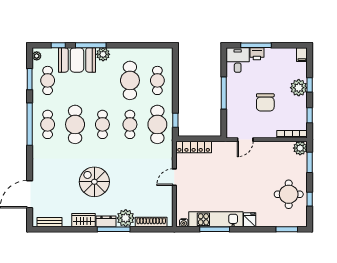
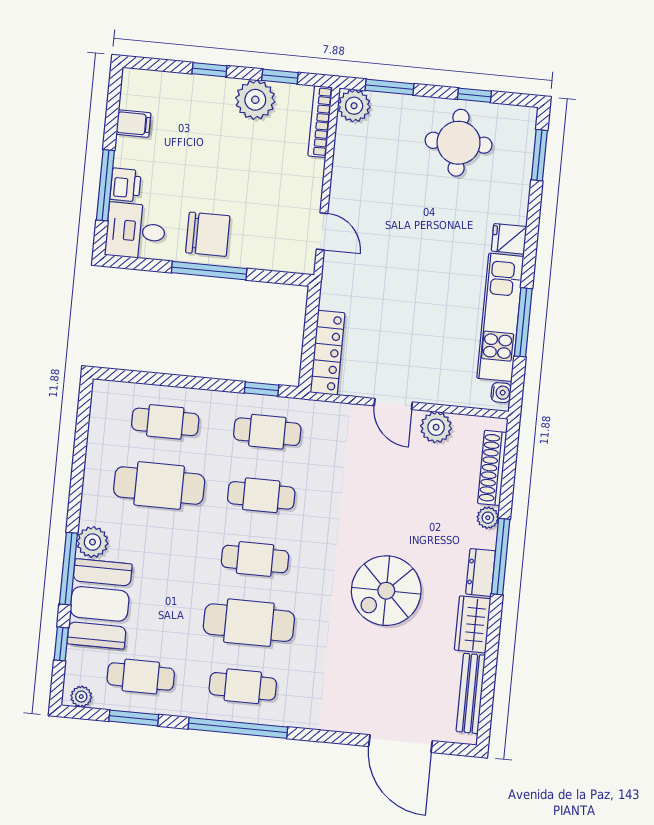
filing cabinet: (302, 55) -> (133, 124), moved
plant: (299, 88) -> (255, 100), moved
chair: (265, 102) -> (208, 234), moved
cafe table: (157, 124) -> (267, 432), width x0.73, depth x0.74
plant: (166, 196) -> (436, 427), added
plant: (126, 218) -> (488, 518), width x0.53, depth x0.53
bench: (49, 222) -> (471, 693), width x1.36

